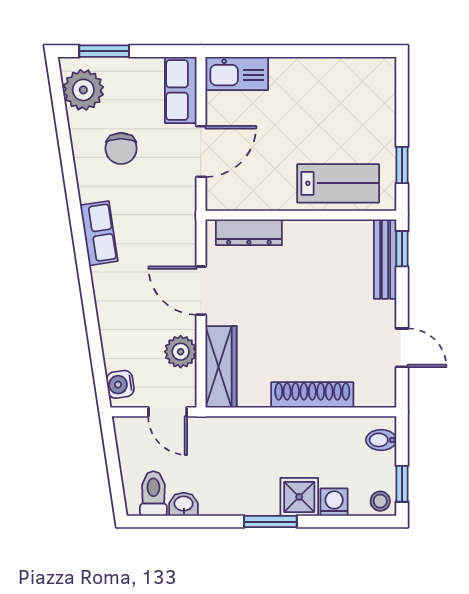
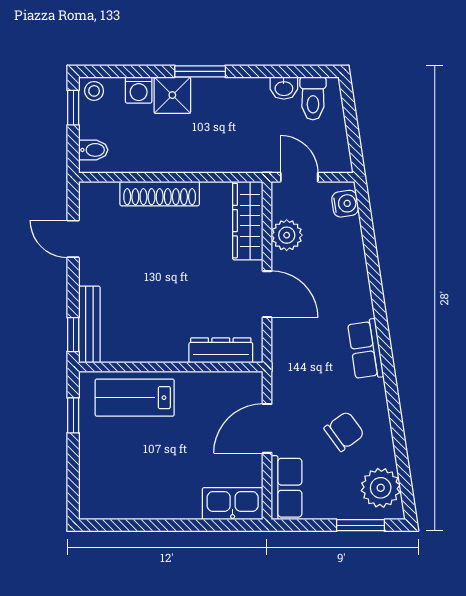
chair: (121, 148) -> (344, 431), turned 54

